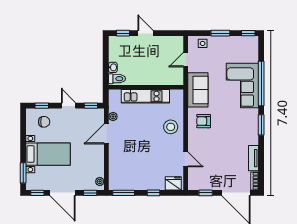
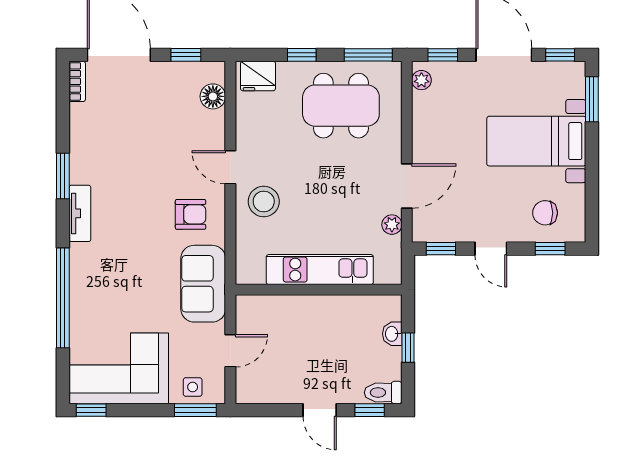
window: (220, 33) -> (195, 410), moved
window: (106, 61) -> (408, 348), added
toilet: (117, 79) -> (383, 393), moved
corner sofa: (242, 86) -> (119, 368), moved, turned -90
window: (261, 125) -> (63, 176), moved
tv unit: (253, 158) -> (80, 213), moved
door: (186, 159) -> (230, 167), moved
dining table: (136, 170) -> (341, 106), added
floor lamp: (194, 174) -> (213, 96), added

